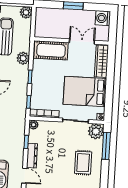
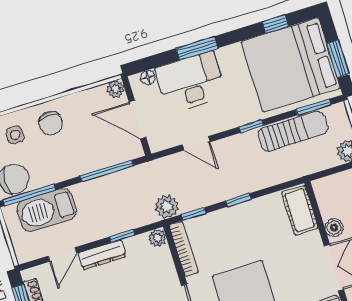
boiler: (62, 34) -> (334, 228), added
cot: (51, 50) -> (300, 210), width x0.73, depth x0.75
plant: (23, 58) -> (167, 207), moved

